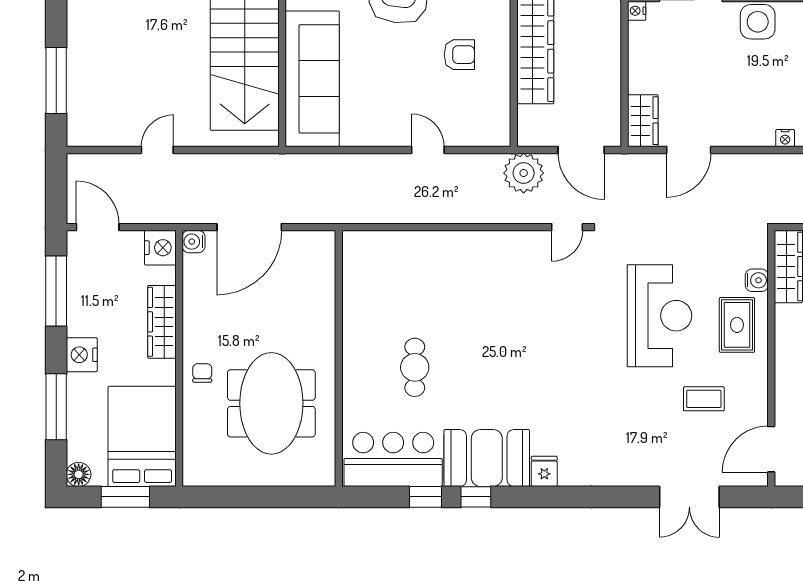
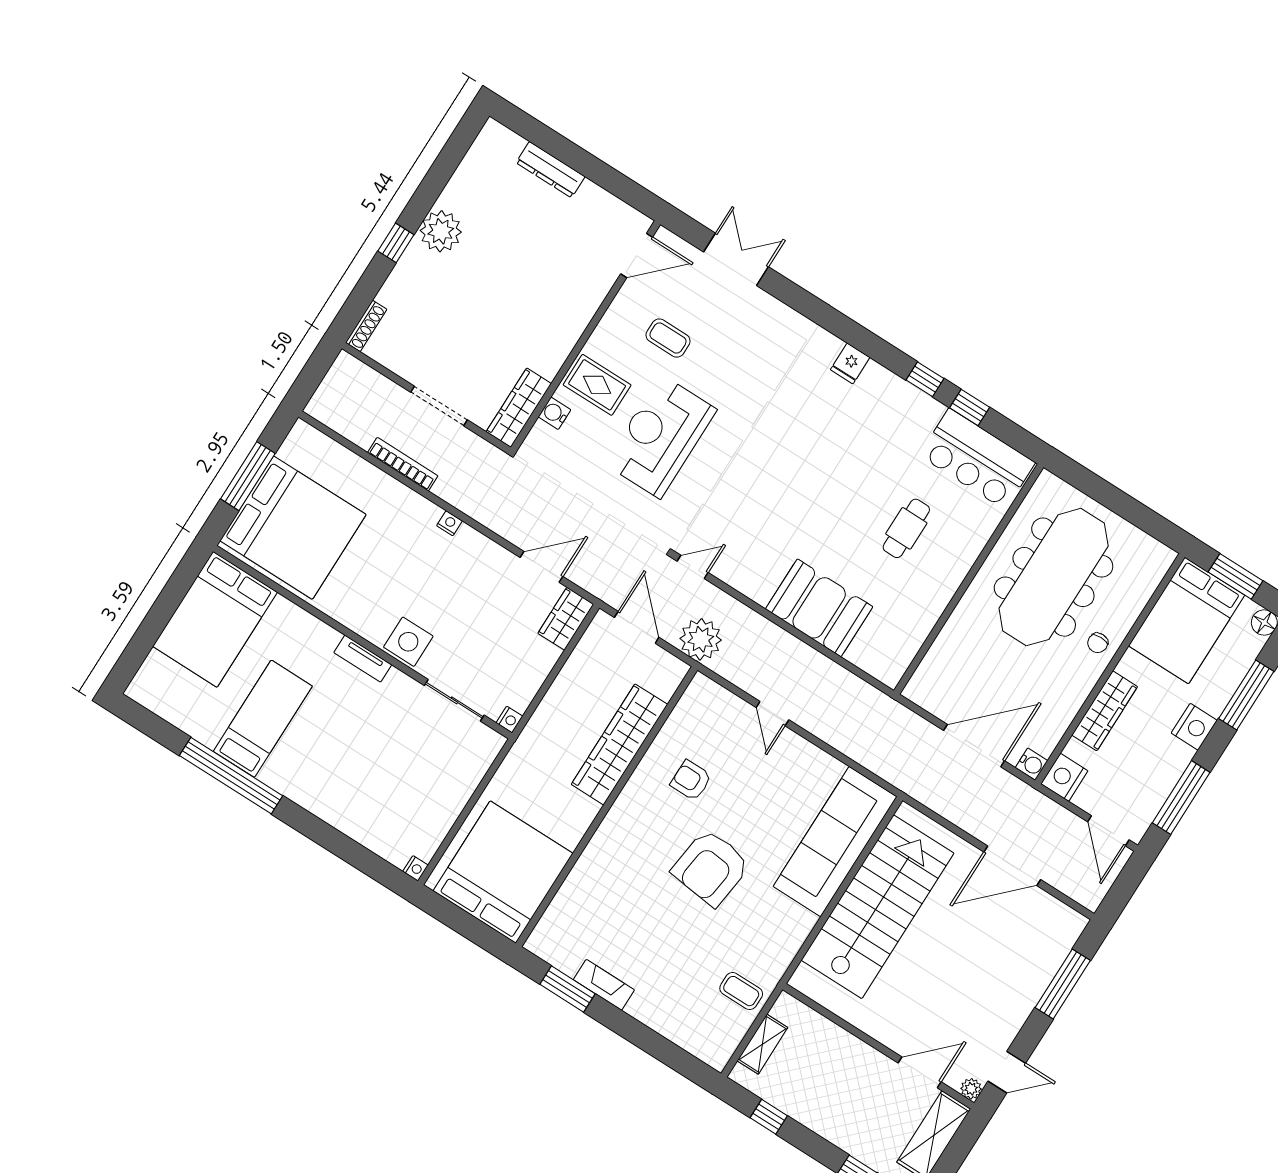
door: (157, 150) -> (1012, 866), width x1.88
rug: (737, 325) -> (597, 385), turned 90
meeting table: (271, 403) -> (1054, 577), width x1.36
booth: (487, 458) -> (819, 608), moved

